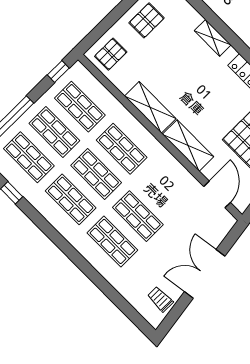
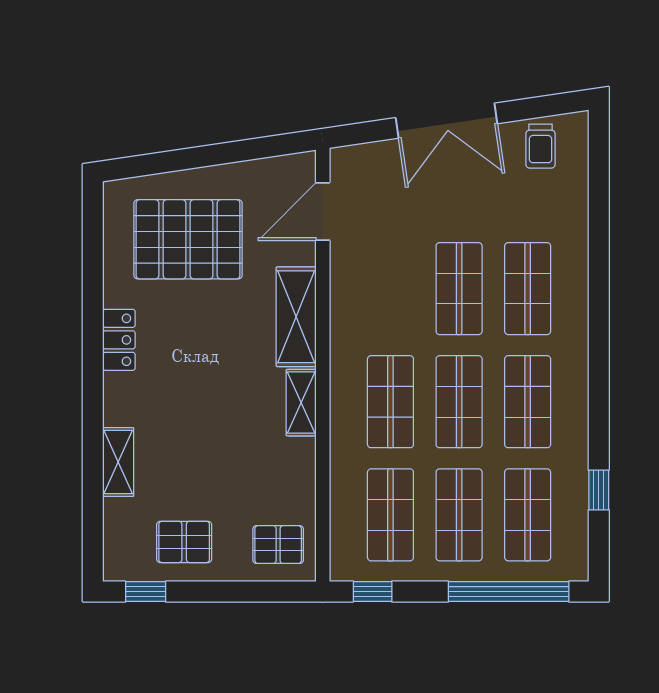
shelving: (213, 38) -> (118, 462), moved
shelving: (150, 107) -> (301, 403), width x0.67, depth x0.75

